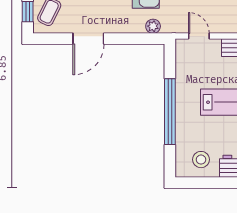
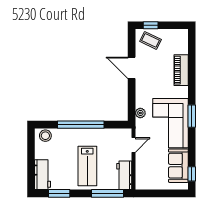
stool: (201, 160) -> (45, 136), moved

